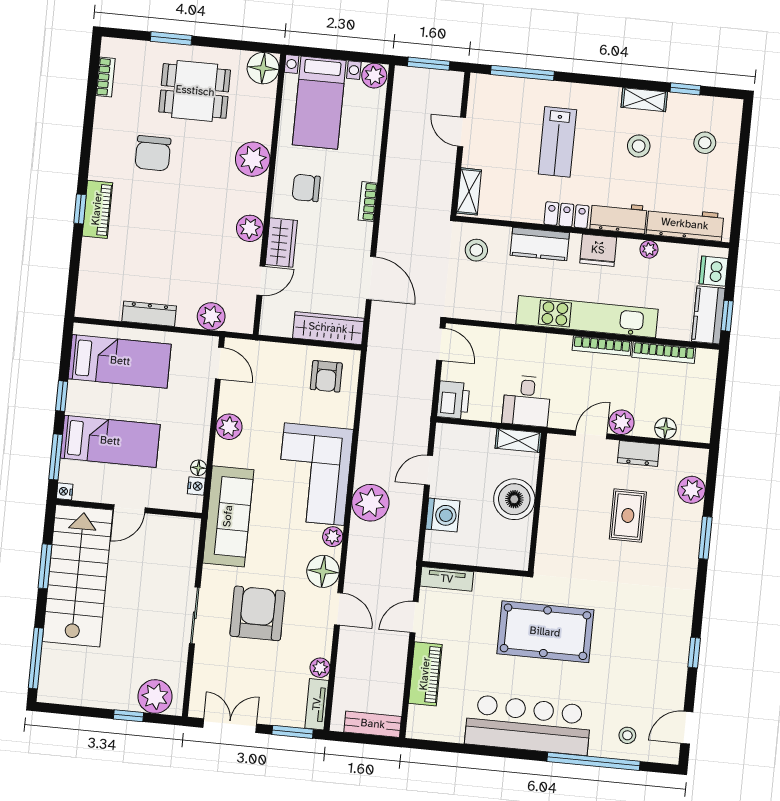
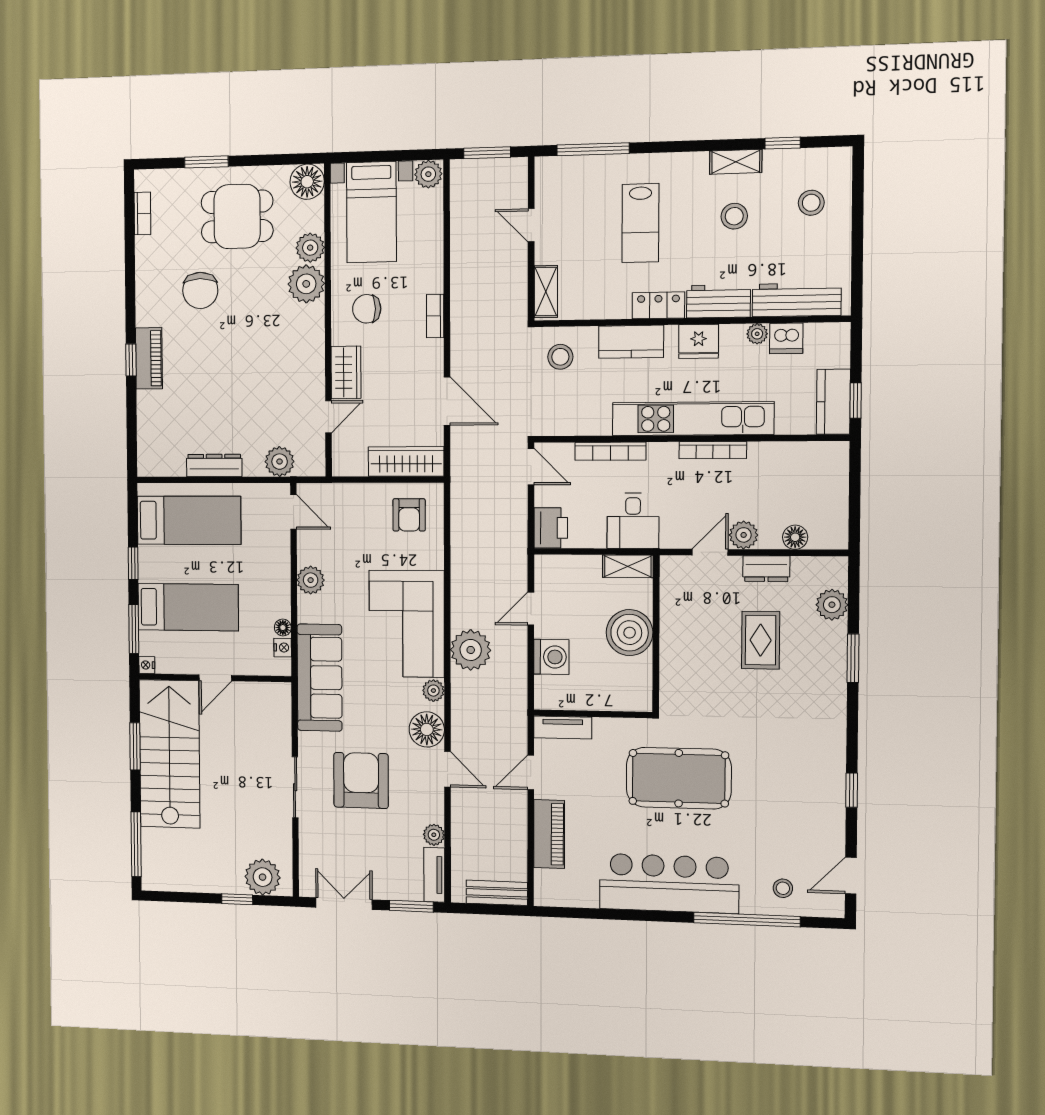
plant: (250, 228) -> (310, 248), moved
dishwasher: (713, 271) -> (786, 338), moved, turned -90
bookcase: (664, 353) -> (610, 451), moved

